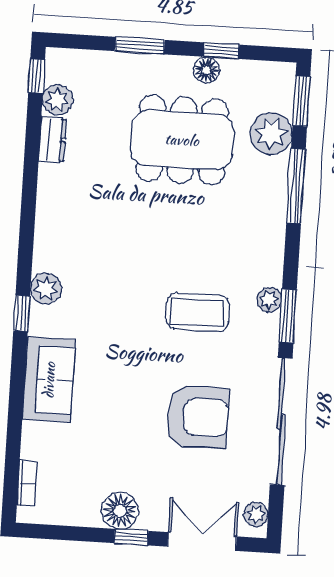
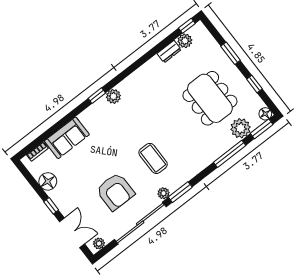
floor lamp: (206, 70) -> (265, 114), moved
plant: (269, 300) -> (163, 193), moved
sofa: (49, 380) -> (67, 138), moved
floor lamp: (120, 511) -> (48, 181), moved

